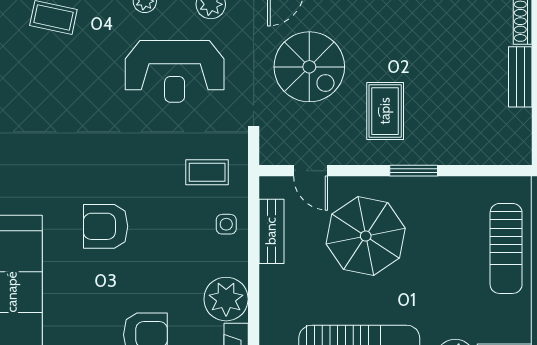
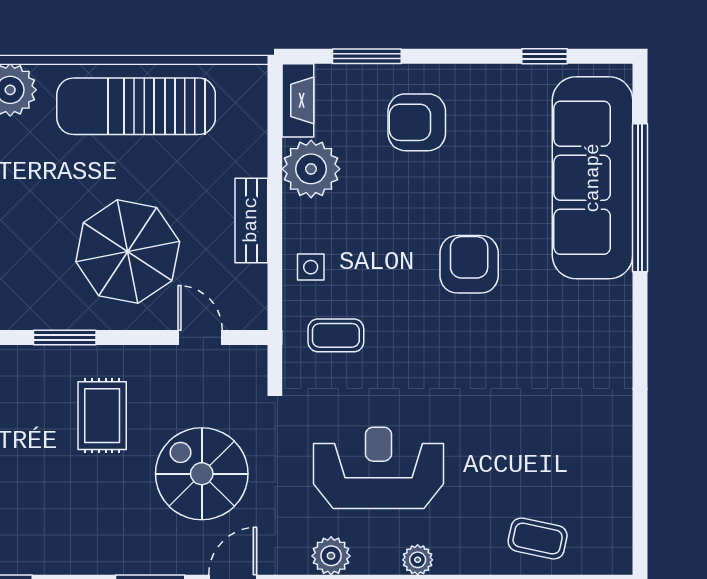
armchair: (106, 226) -> (469, 264), turned -90
bench: (271, 231) -> (251, 220), moved

